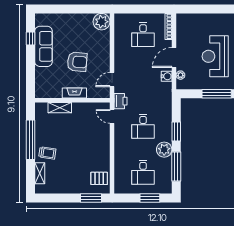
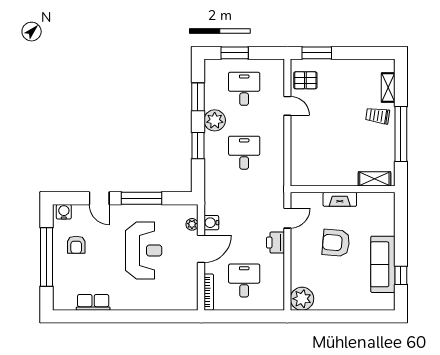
printer: (121, 101) -> (275, 243), moved
shelving: (60, 108) -> (374, 179), moved
door: (112, 117) -> (287, 106), moved
window: (176, 166) -> (198, 97), width x0.69

